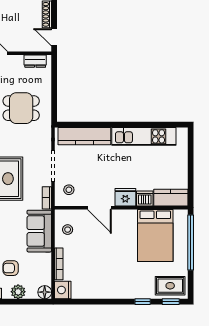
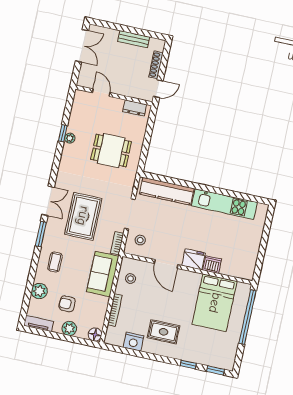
door: (54, 37) -> (158, 89), swing flipped
kitchen counter: (171, 198) -> (238, 269), removed
rug: (170, 286) -> (164, 332), moved
nightstand: (63, 290) -> (133, 342), moved, turned -90

